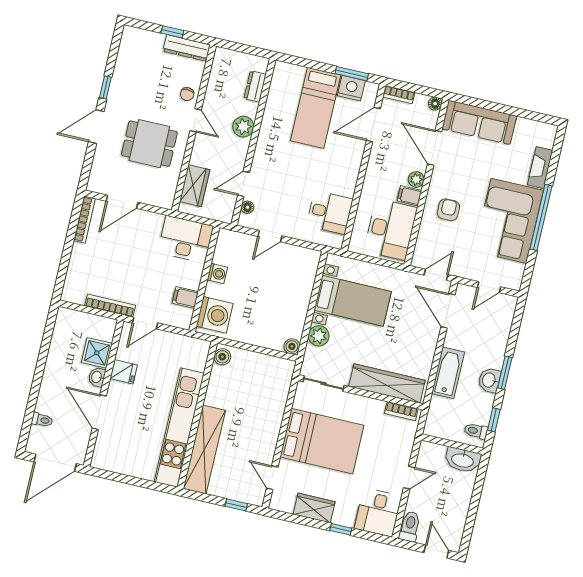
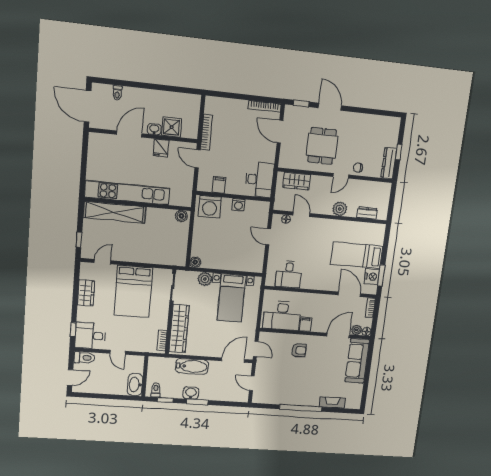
window: (105, 87) -> (301, 103), moved
plant: (416, 179) -> (357, 330), moved
corner sofa: (509, 221) -> (296, 389), removed
window: (341, 529) -> (73, 330), moved

